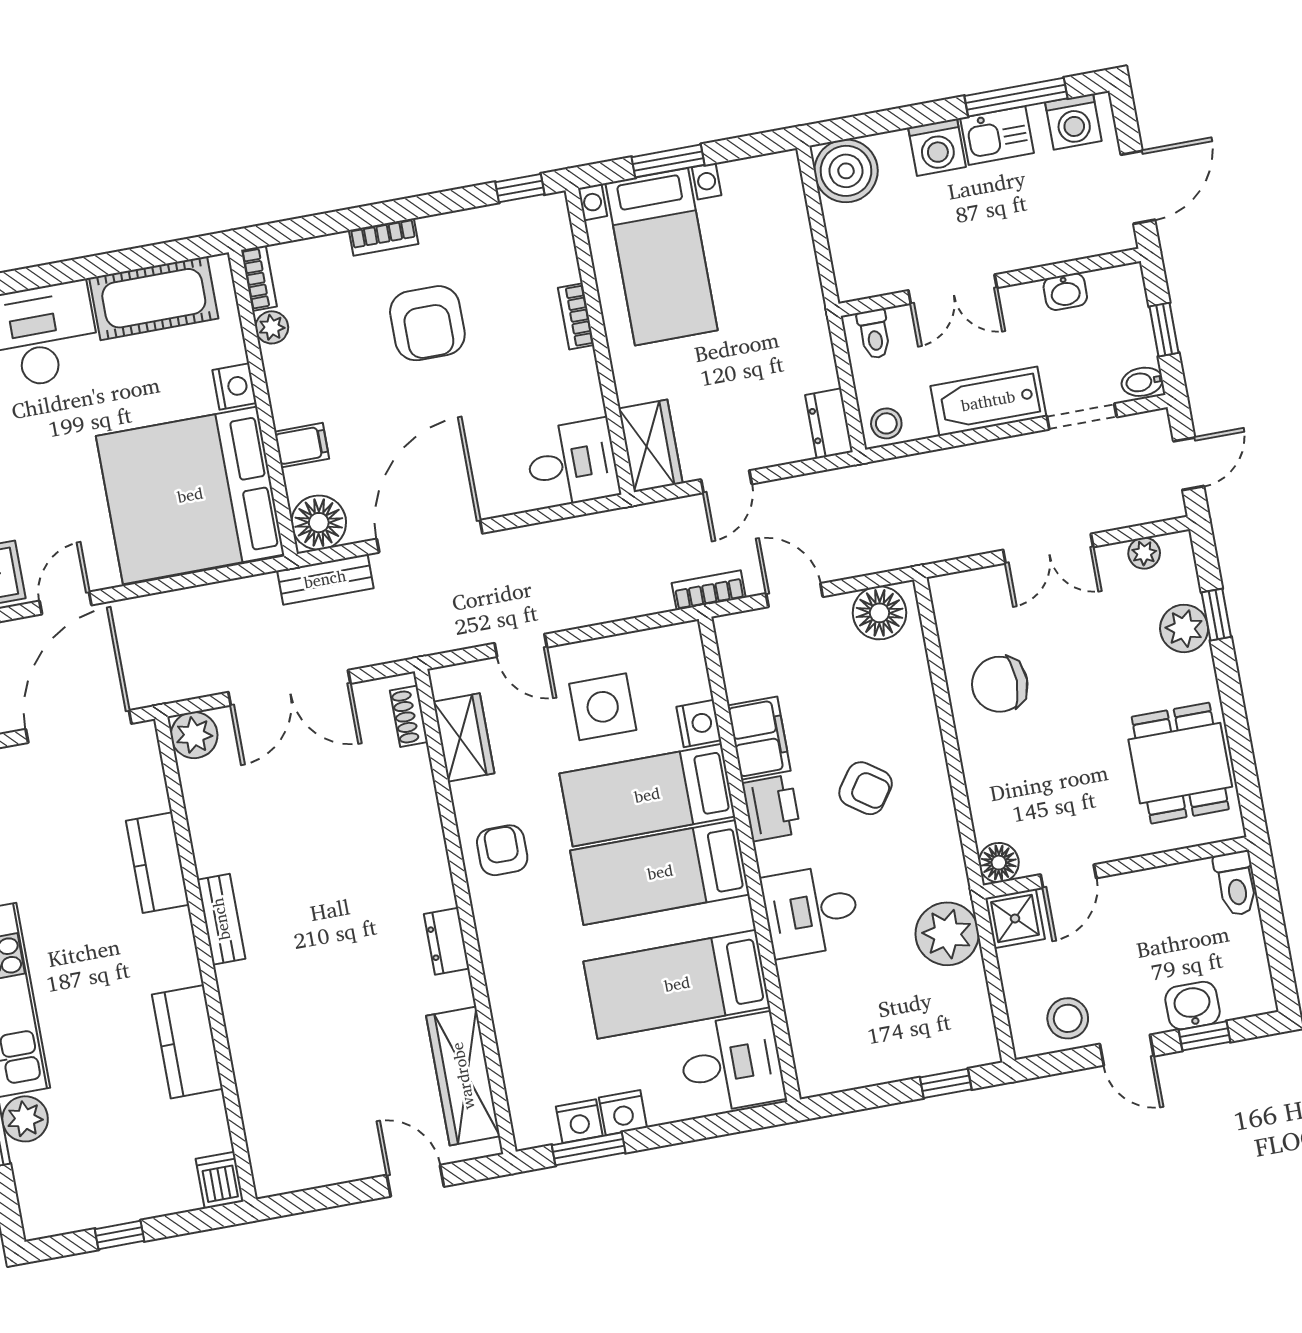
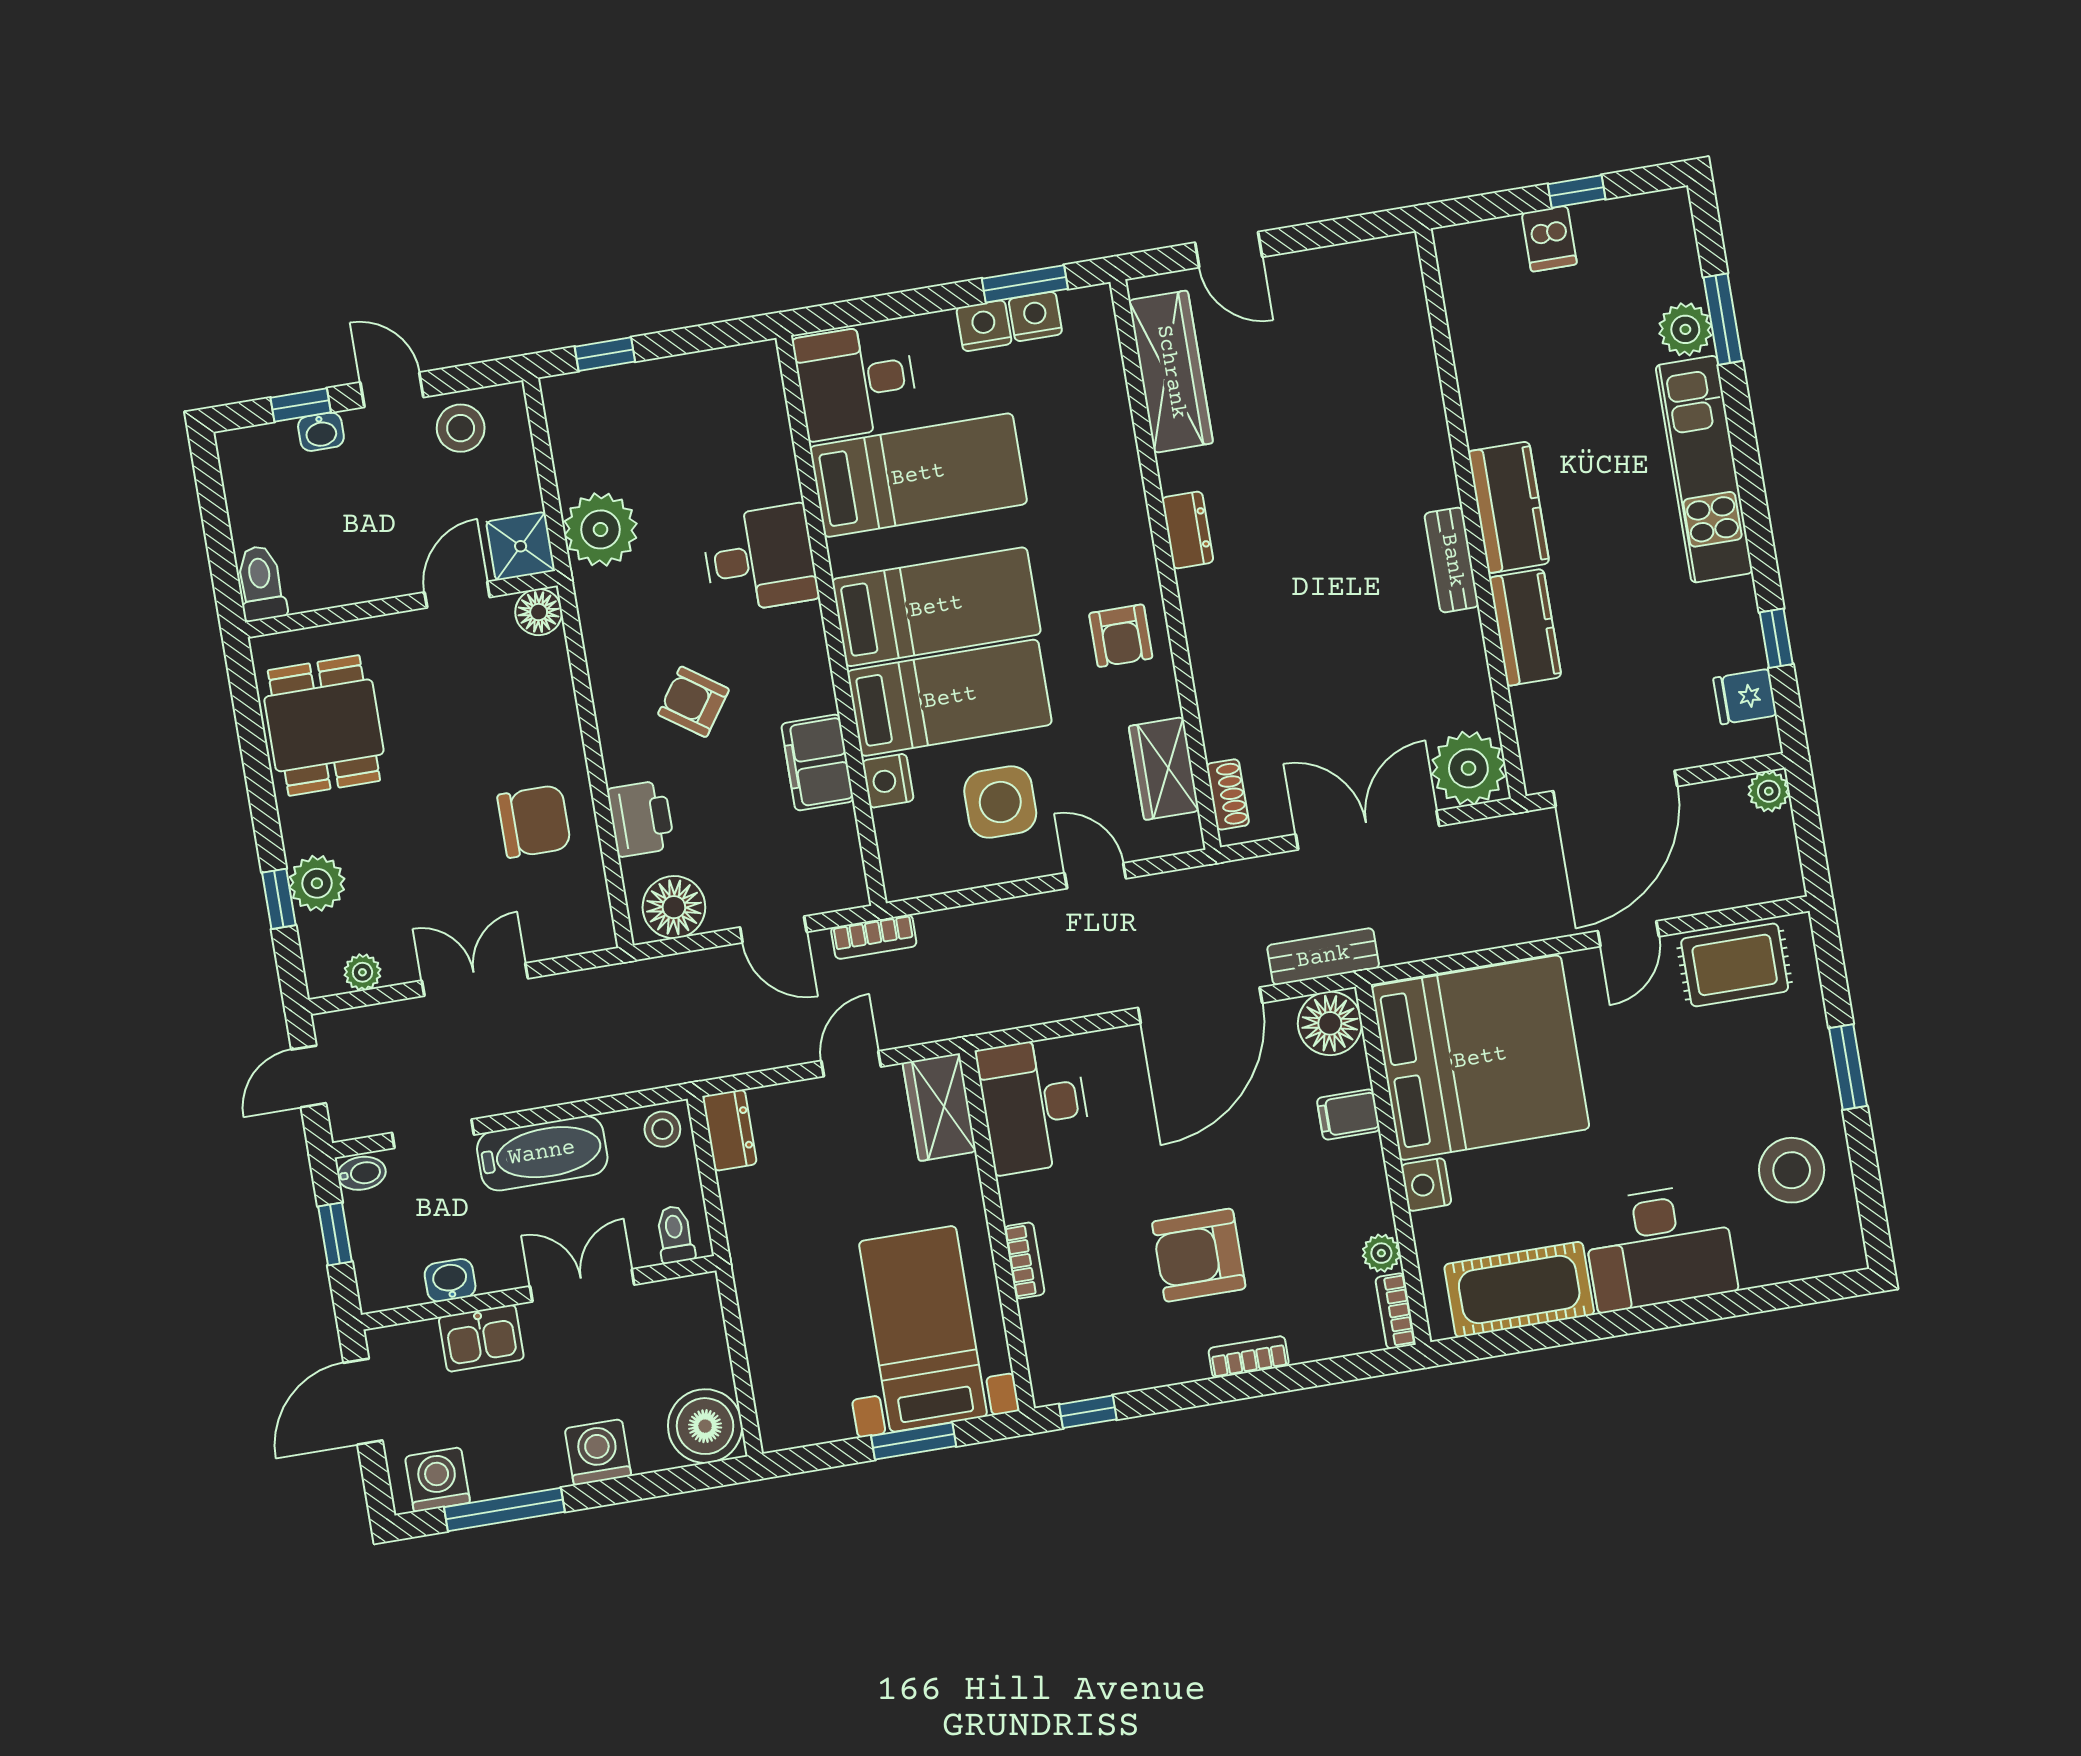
kitchen sink: (997, 135) -> (481, 1338), moved, turned 180
armchair: (427, 323) -> (1199, 1255), turned -90
desk: (572, 463) -> (1034, 1105), width x1.37
plant: (194, 735) -> (1468, 768), width x1.36, depth x1.36
printer: (771, 808) -> (641, 819), moved, turned 180
washbasin: (1193, 1006) -> (321, 432), width x0.72, depth x0.69
kitchen counter: (187, 1042) -> (1509, 507), moved
dishwasher: (220, 1180) -> (1549, 239), moved

